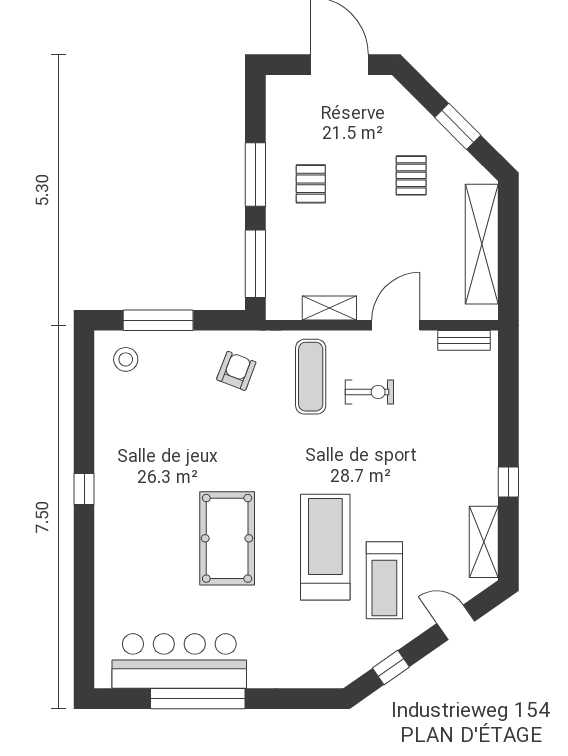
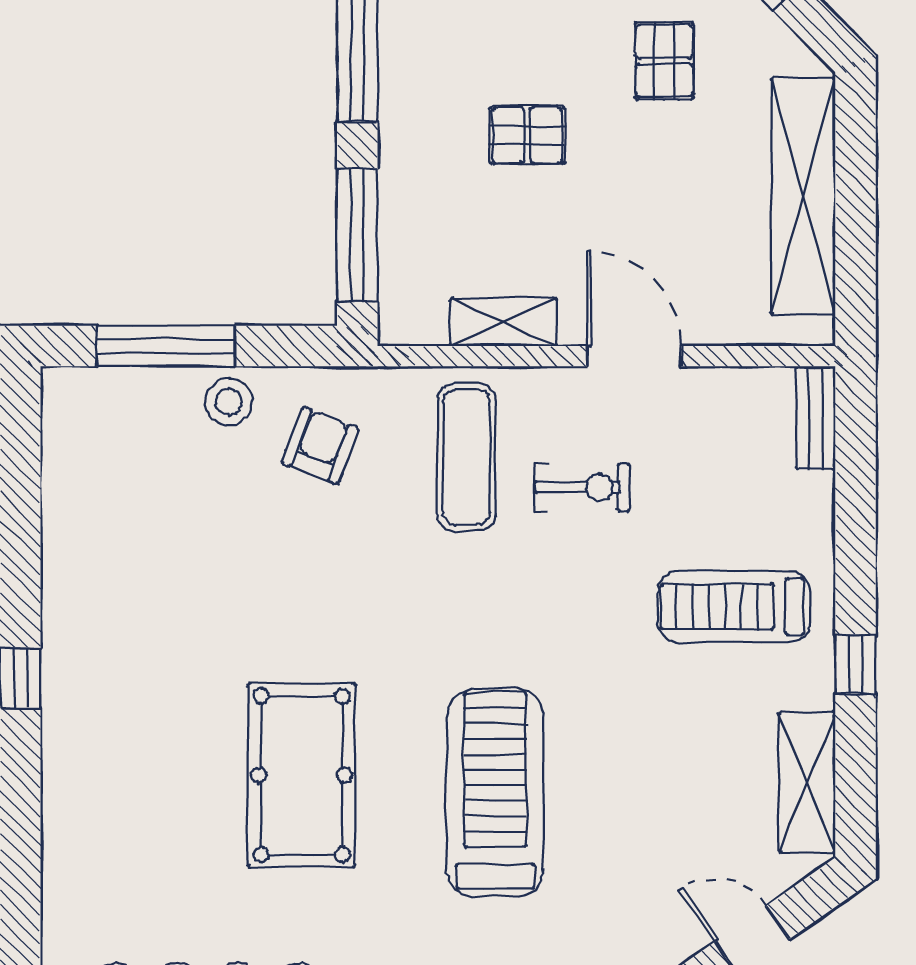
pallet: (311, 184) -> (527, 135), moved, turned 90
door: (396, 325) -> (634, 356), hinge flipped
bench: (464, 340) -> (816, 418), moved, turned 90
stool: (126, 359) -> (229, 402), moved
treadmill: (384, 580) -> (734, 607), moved, turned 90

